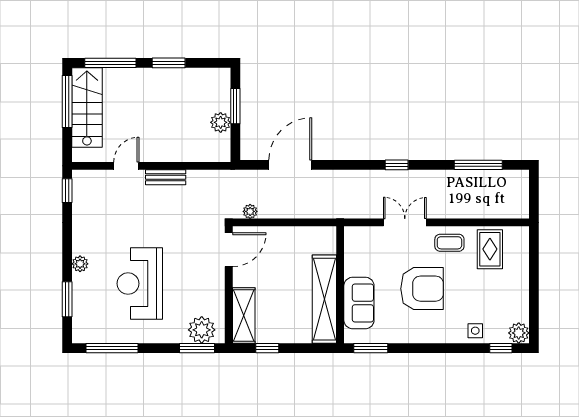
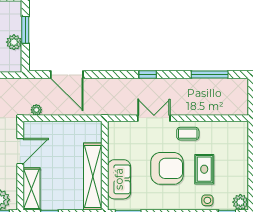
door: (290, 165) -> (67, 74), swing flipped
rug: (490, 249) -> (204, 169), moved
door: (229, 250) -> (20, 151), moved

